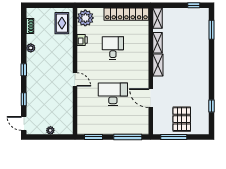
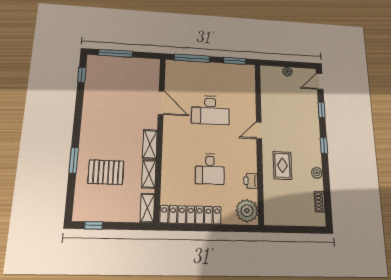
rug: (62, 23) -> (282, 165), moved
window: (211, 30) -> (74, 160), moved
door: (75, 79) -> (259, 130), hinge flipped
window: (211, 106) -> (82, 75), moved
pallet: (182, 119) -> (106, 172), moved, turned 90
door: (24, 123) -> (320, 81), swing flipped
window: (174, 137) -> (115, 53), moved

